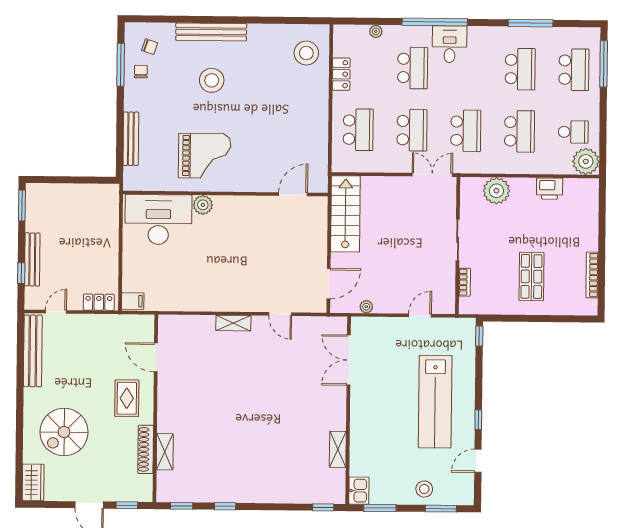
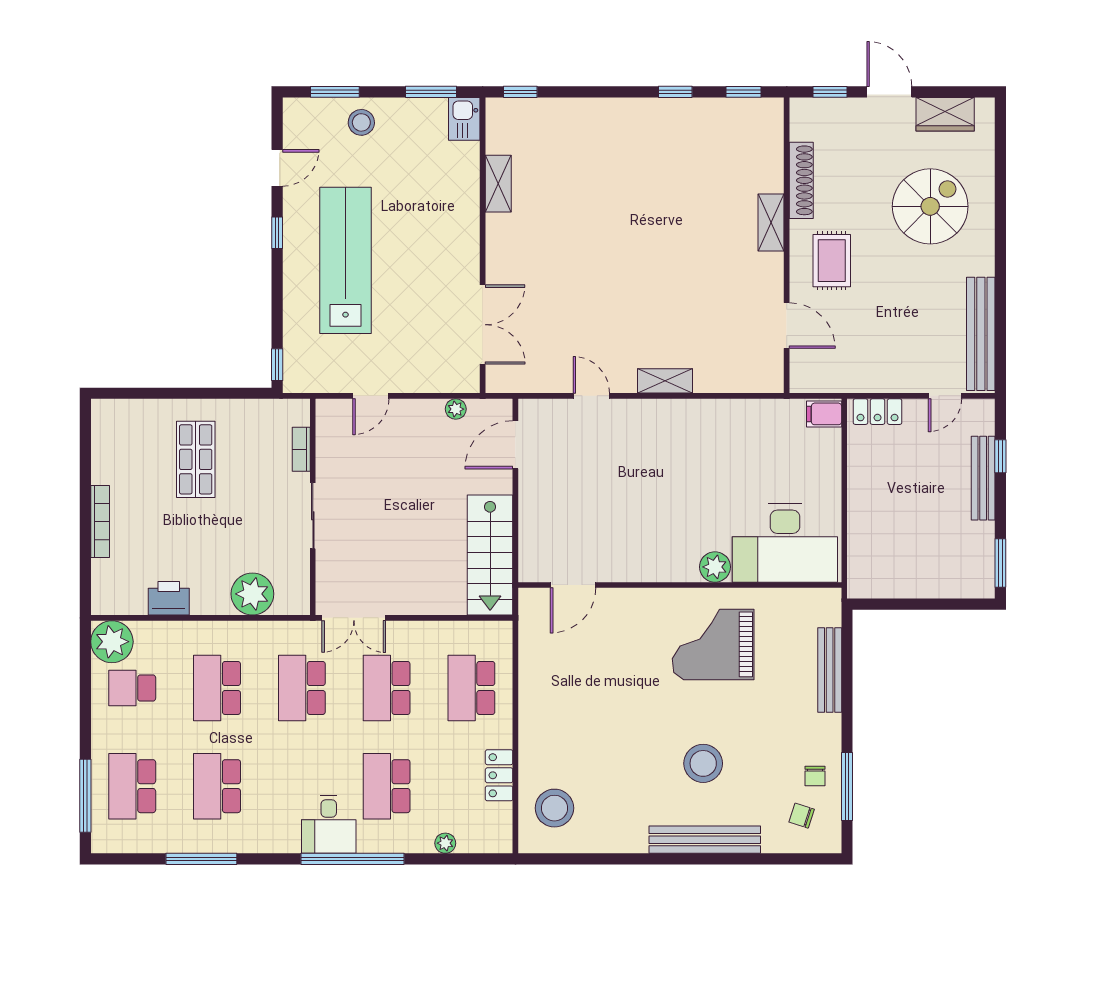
bookcase: (592, 275) -> (100, 522), moved
shelving: (165, 452) -> (771, 223), moved
wardrobe: (33, 482) -> (945, 114), moved, turned -90

